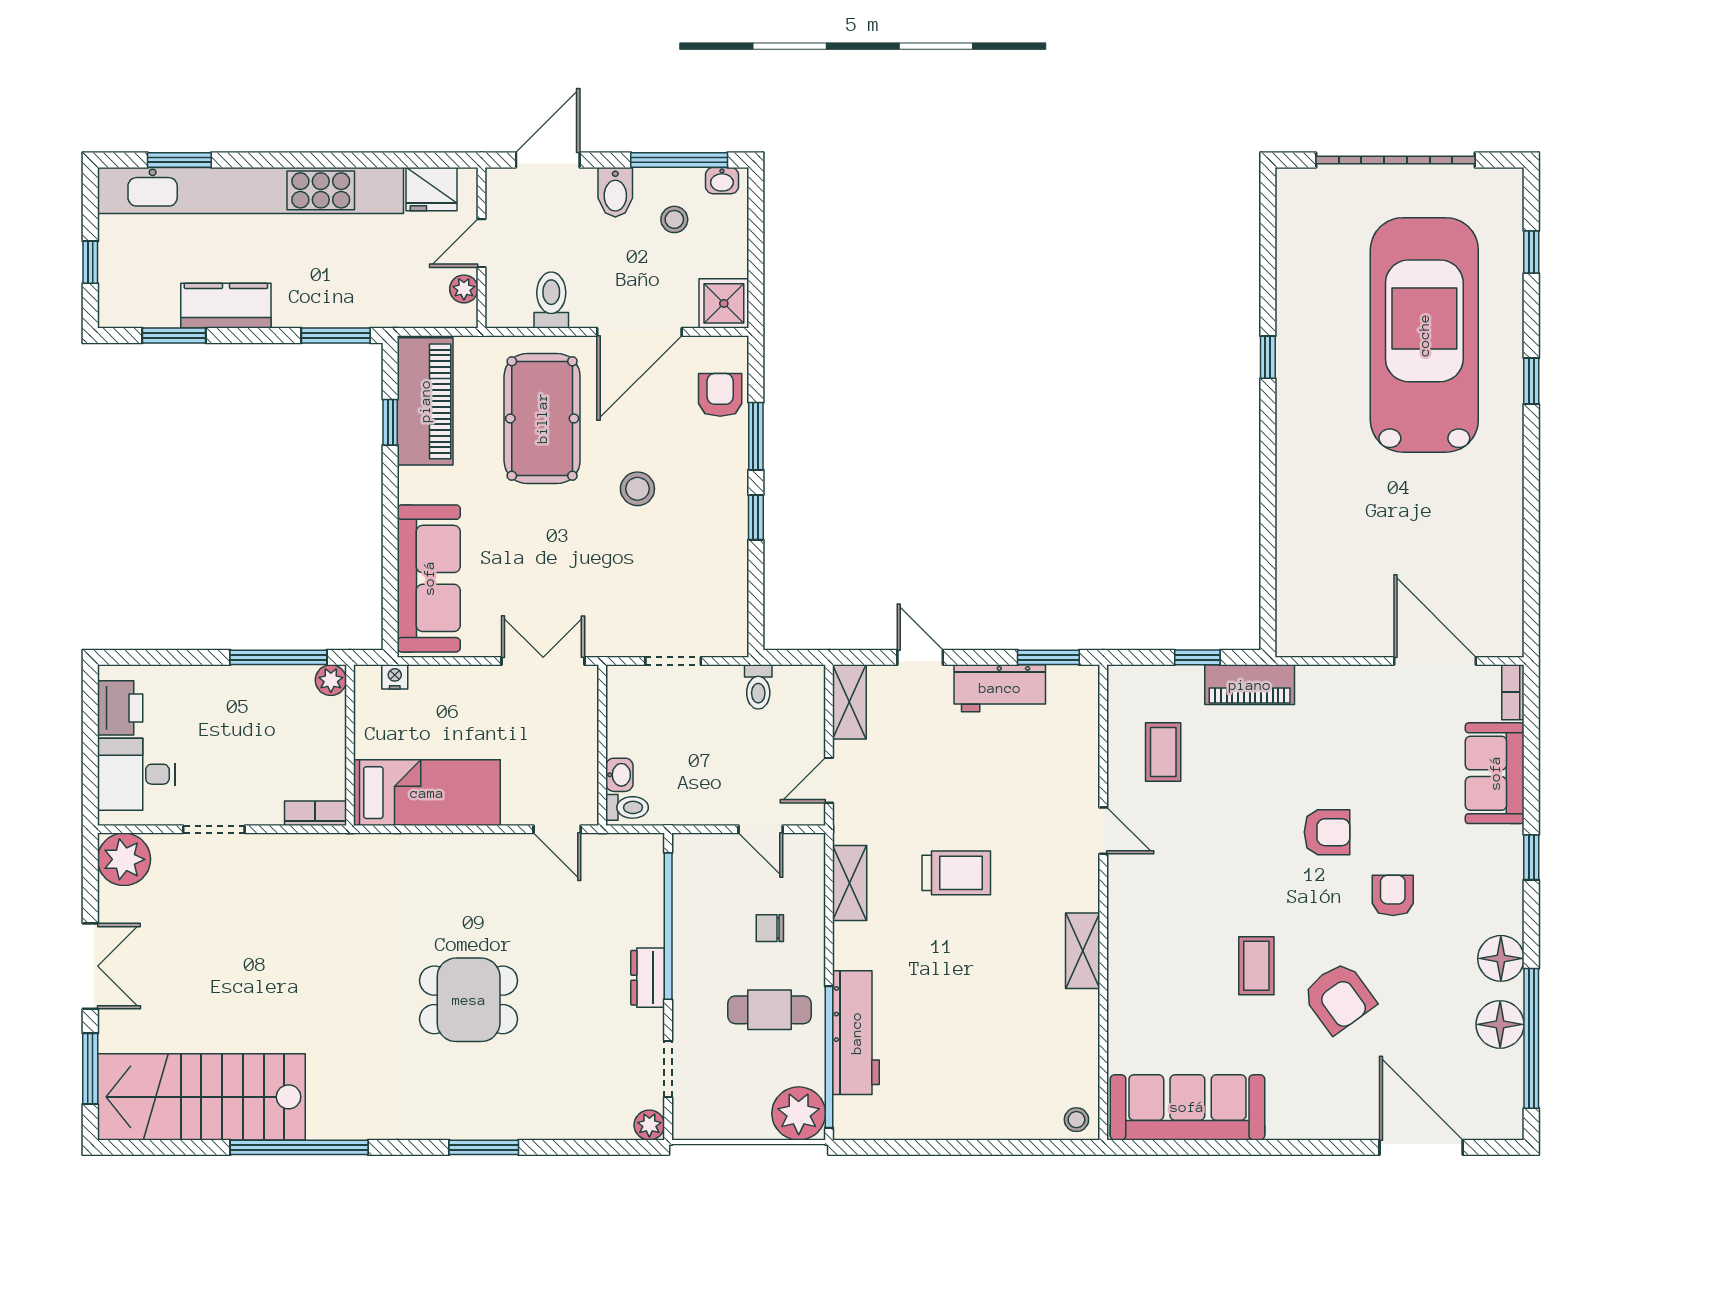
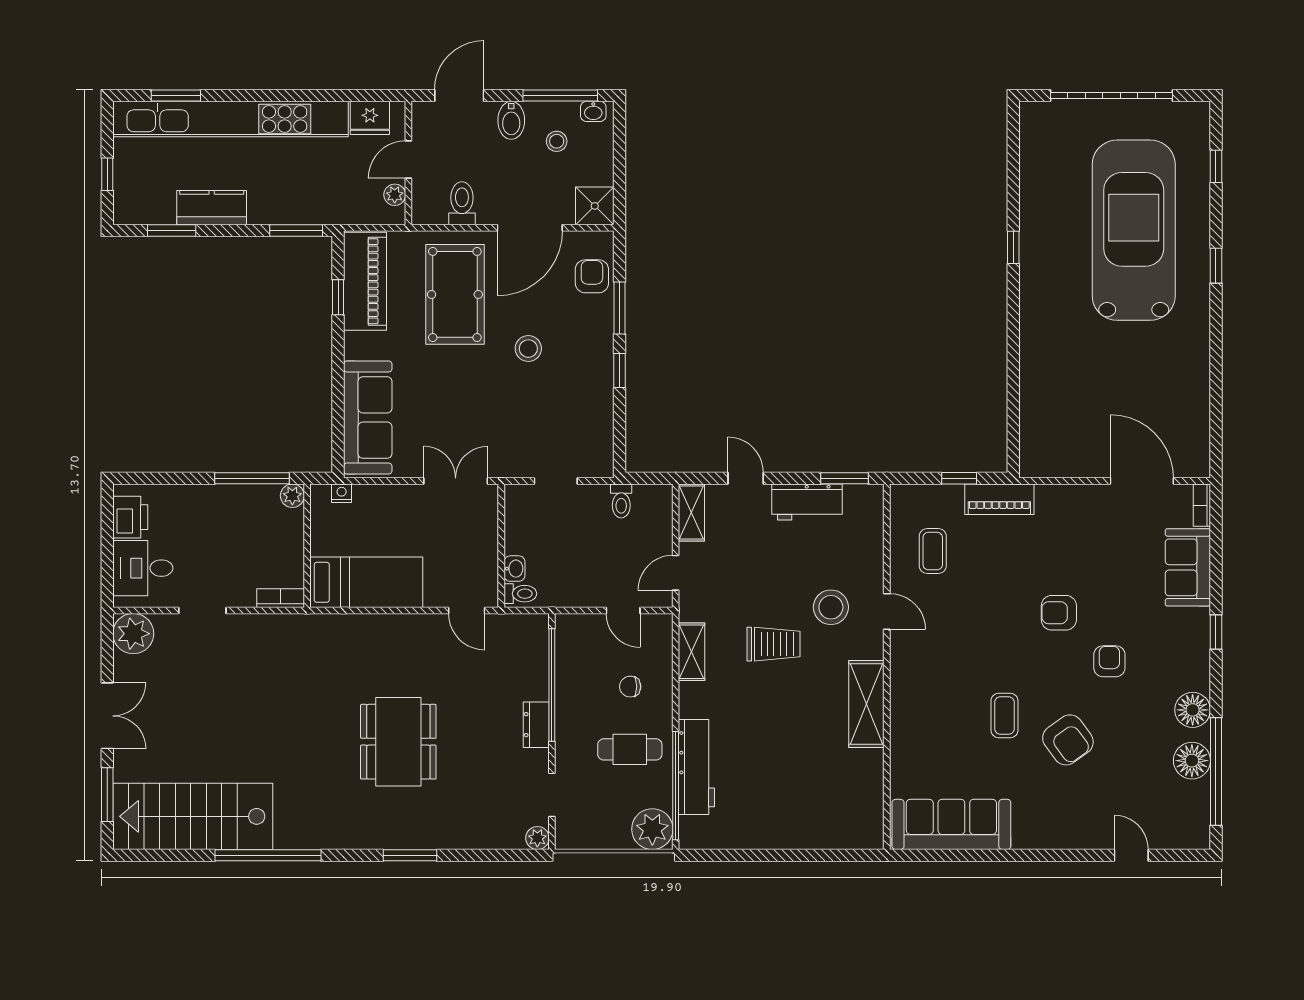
armchair: (1327, 832) -> (1059, 613), turned 180
shelving: (1083, 951) -> (866, 704), width x1.50, depth x1.33
dining table: (469, 1000) -> (398, 742), width x1.38
stool: (1076, 1120) -> (831, 607), moved, width x1.89, depth x1.89
door: (1421, 1147) -> (1131, 855), width x0.53

